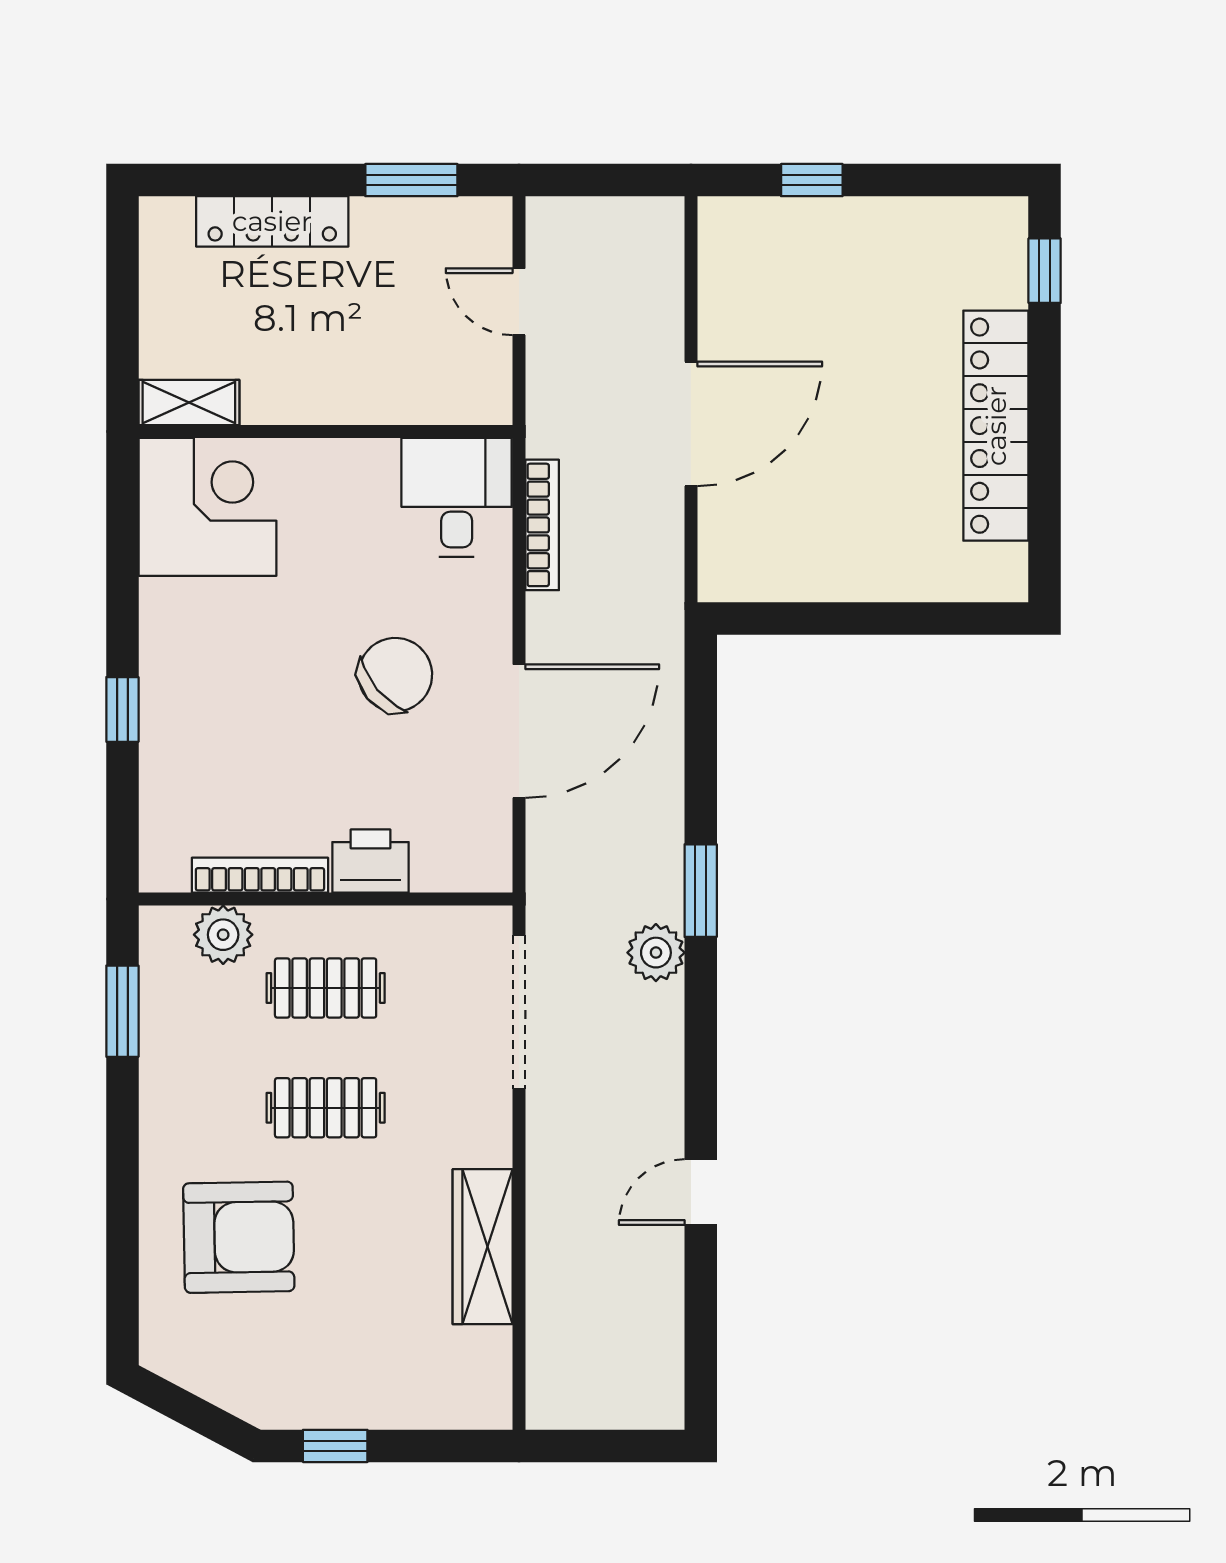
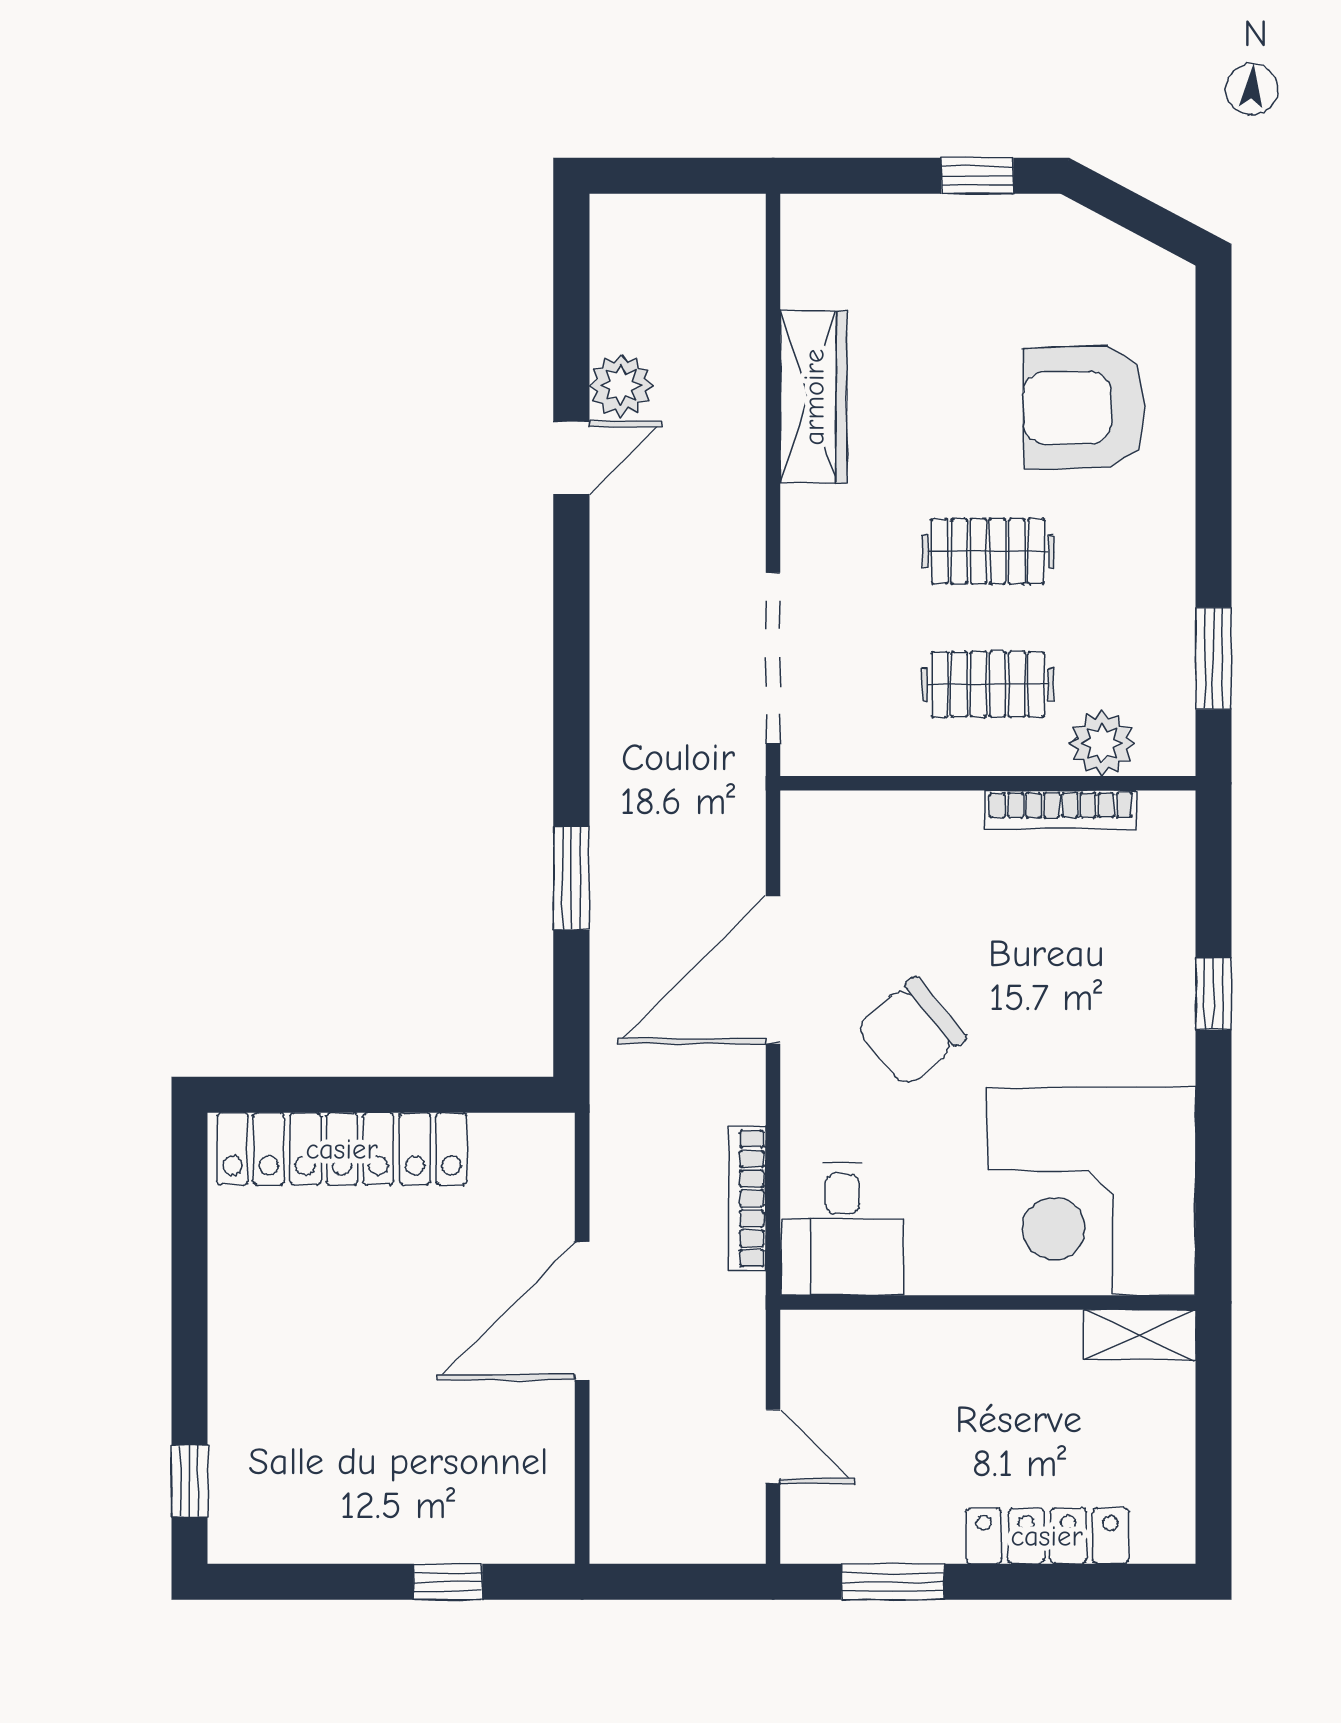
locker: (996, 426) -> (342, 1149), moved, turned 90
corner desk: (208, 507) -> (1091, 1191), width x1.36, depth x1.36
printer: (371, 861) -> (938, 825), removed
window: (701, 891) -> (571, 878), moved
plant: (656, 953) -> (621, 386), moved

